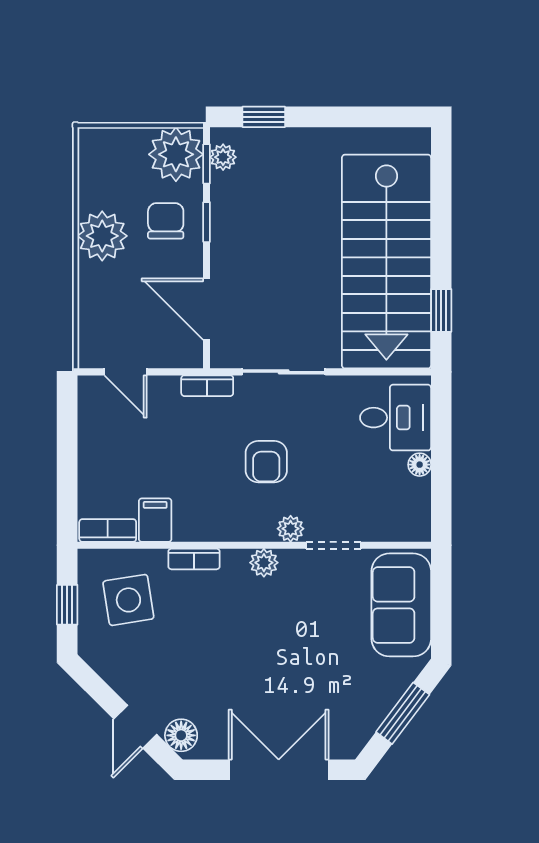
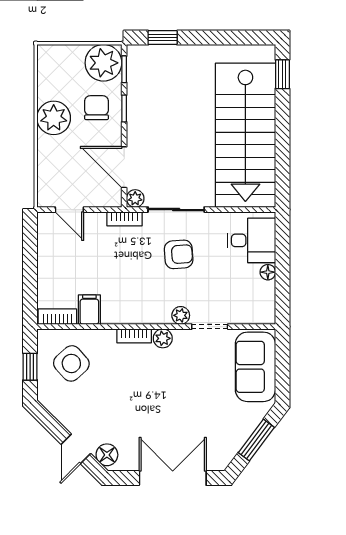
plant: (223, 157) -> (135, 198), moved
window: (441, 310) -> (282, 74), moved
armchair: (266, 462) -> (179, 254), moved, turned -94
bookcase: (194, 559) -> (134, 336), moved
side table: (128, 600) -> (71, 363), turned -33

